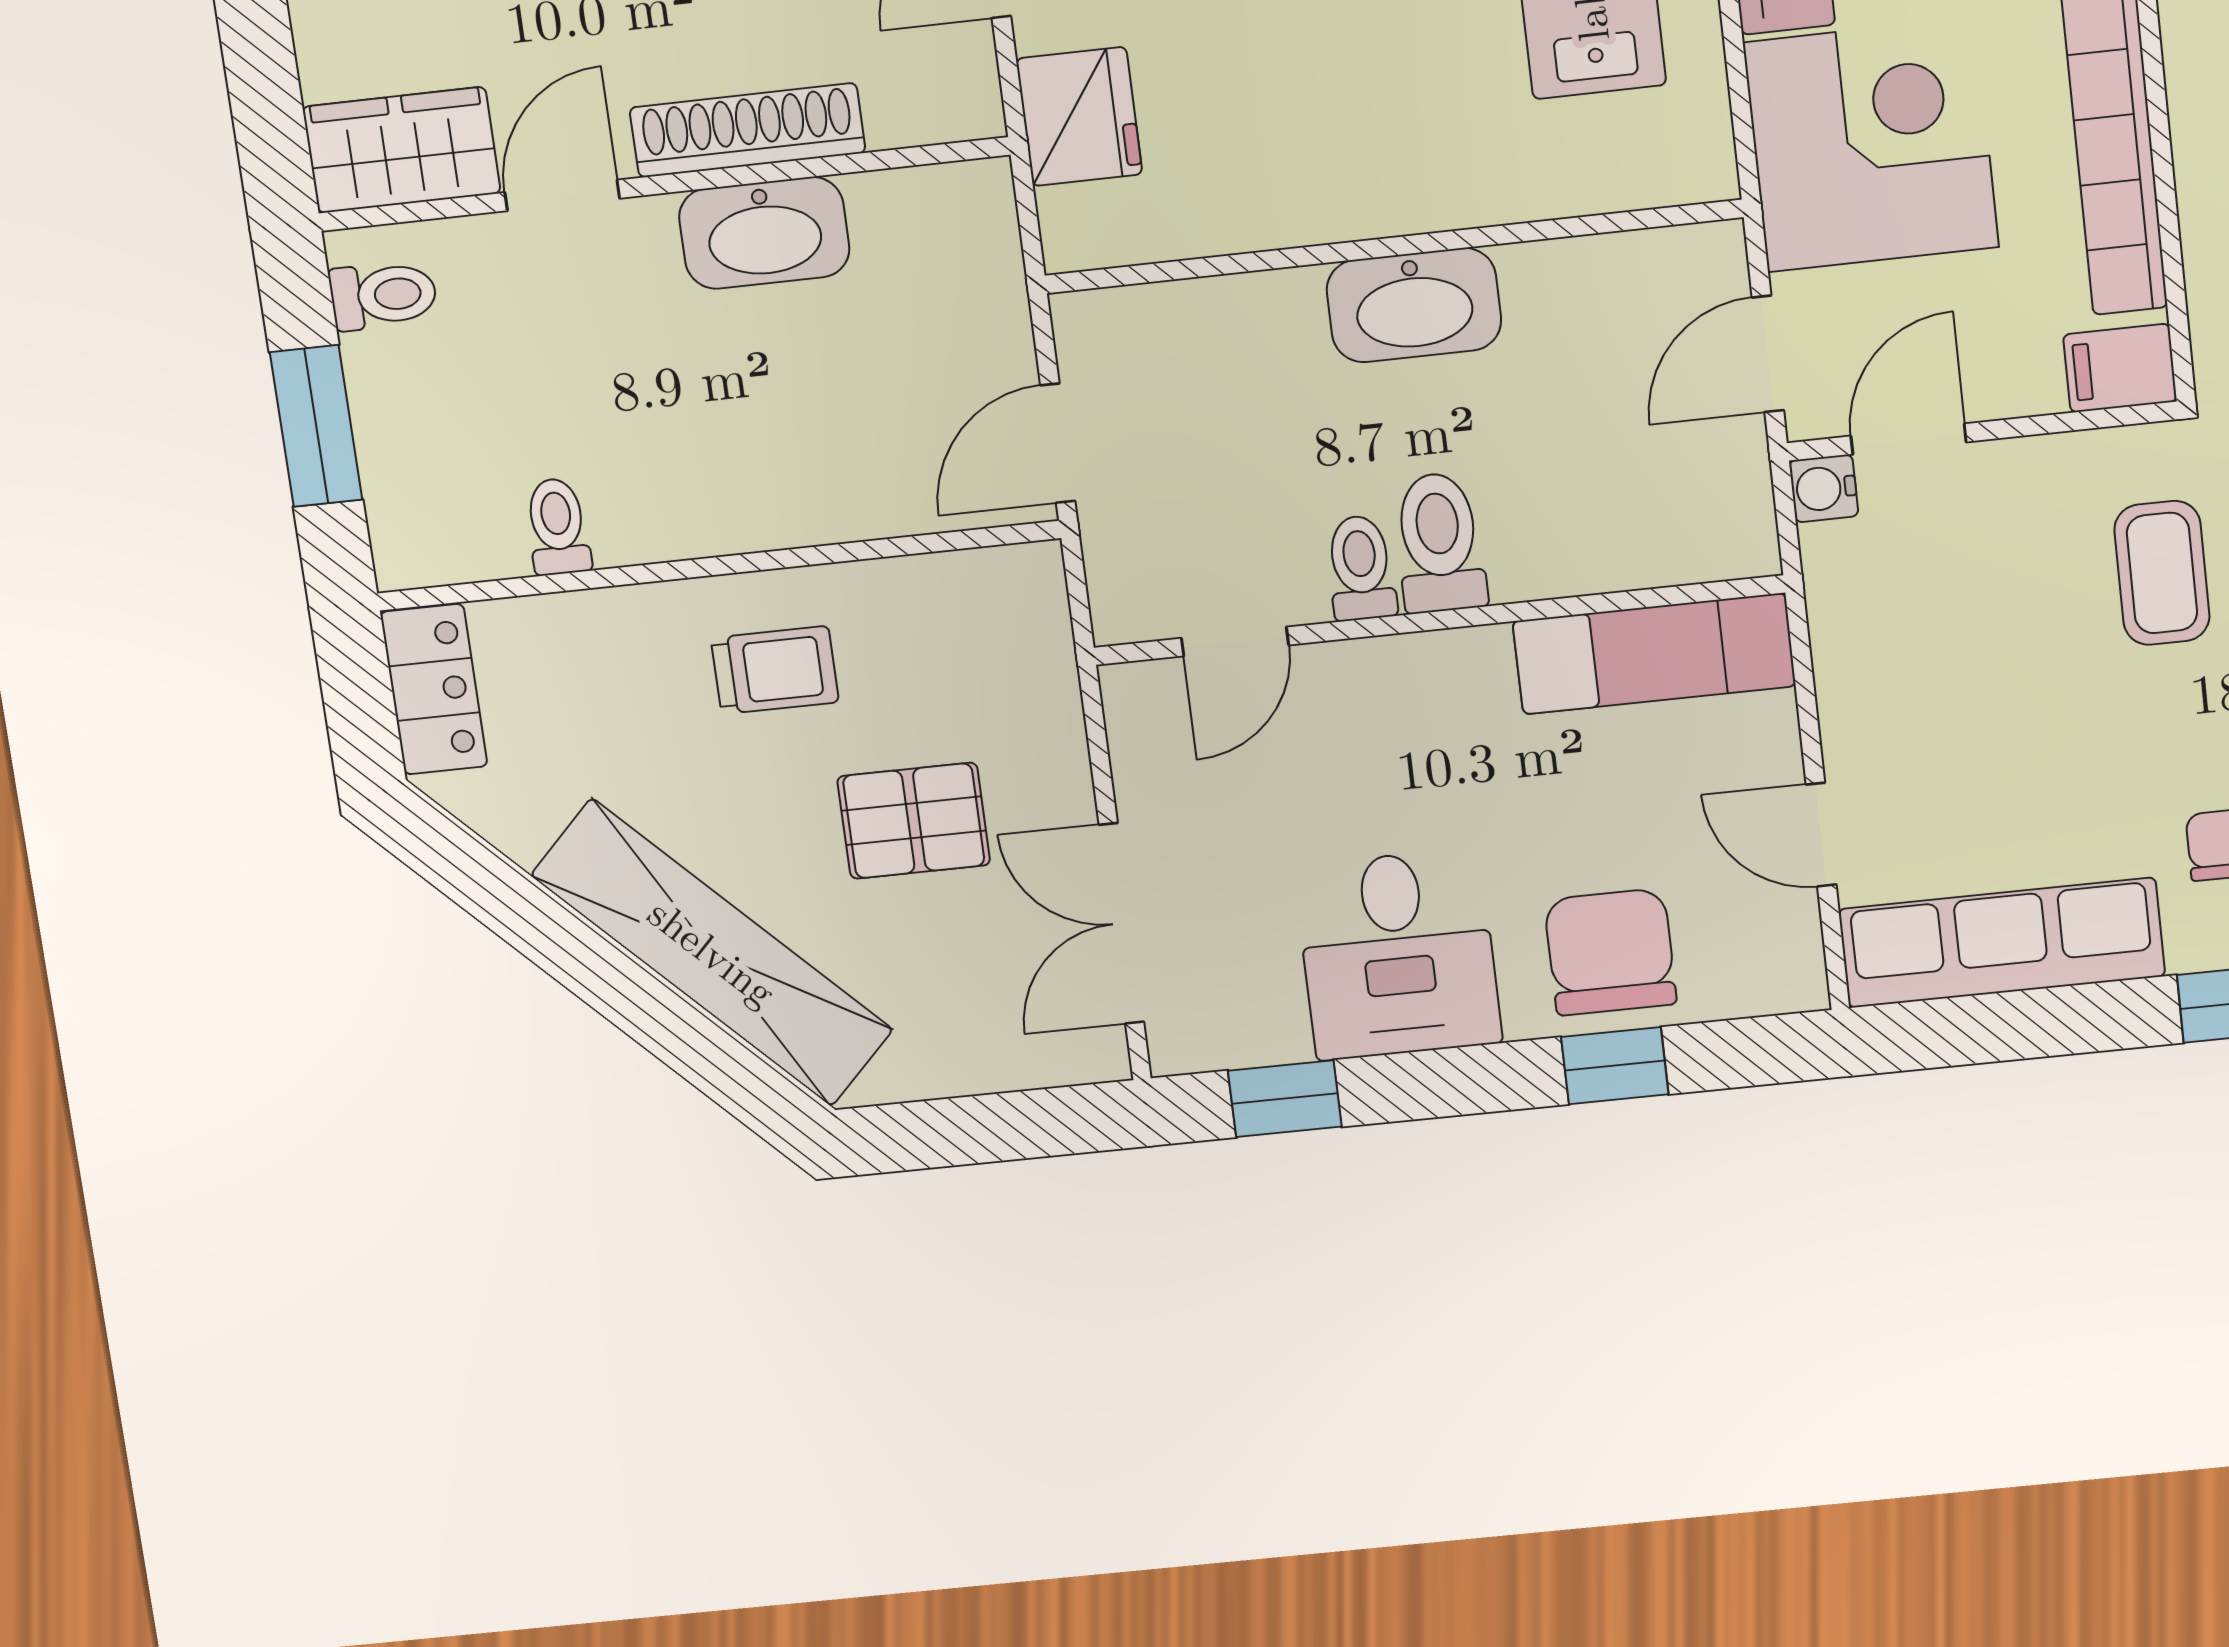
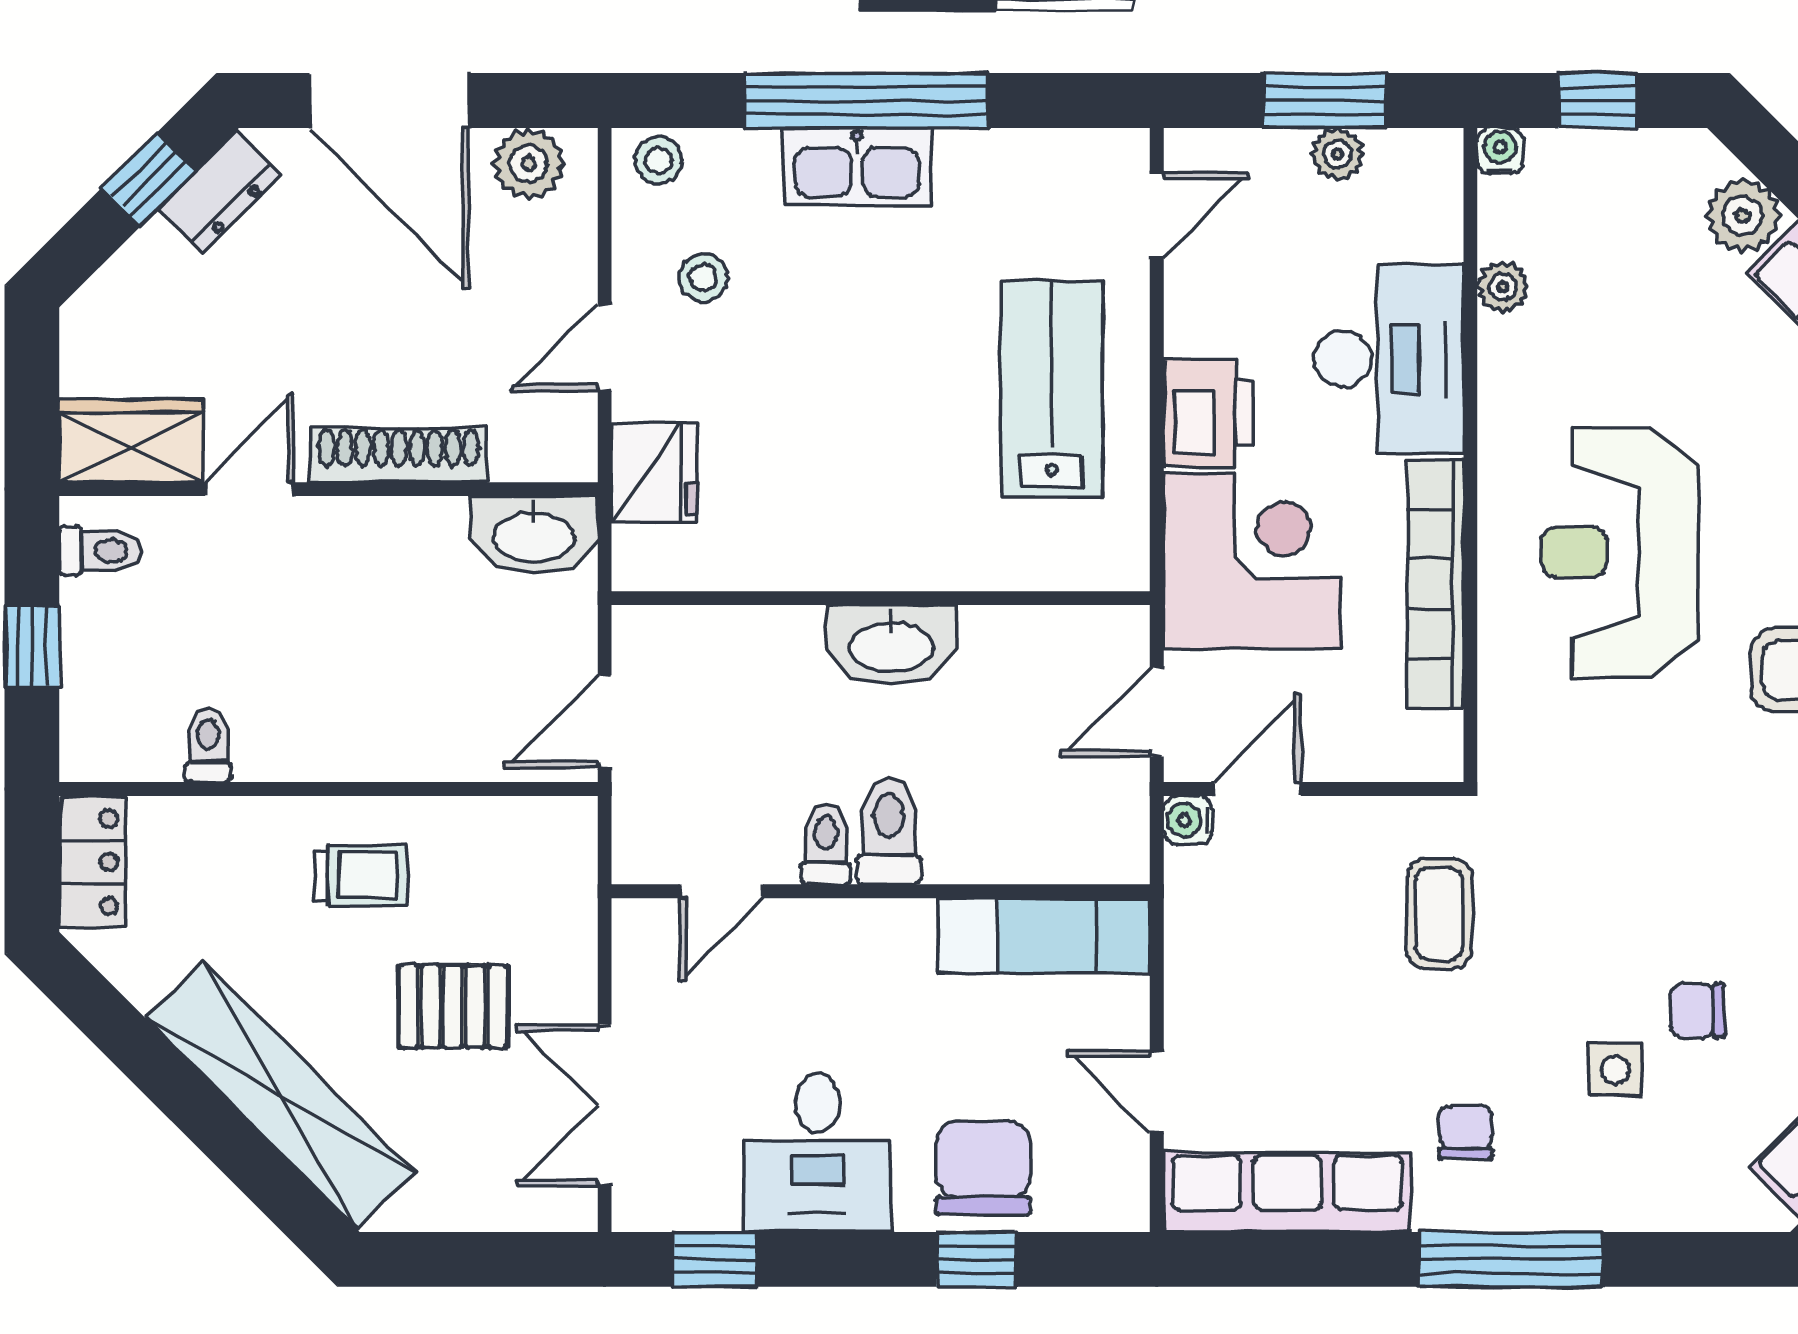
washbasin: (764, 233) -> (534, 535), moved
filing cabinet: (2120, 368) -> (1423, 752), removed
window: (316, 426) -> (32, 646), width x0.67

